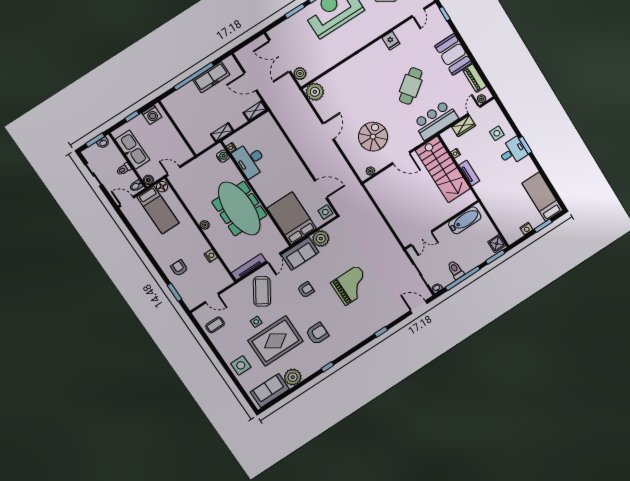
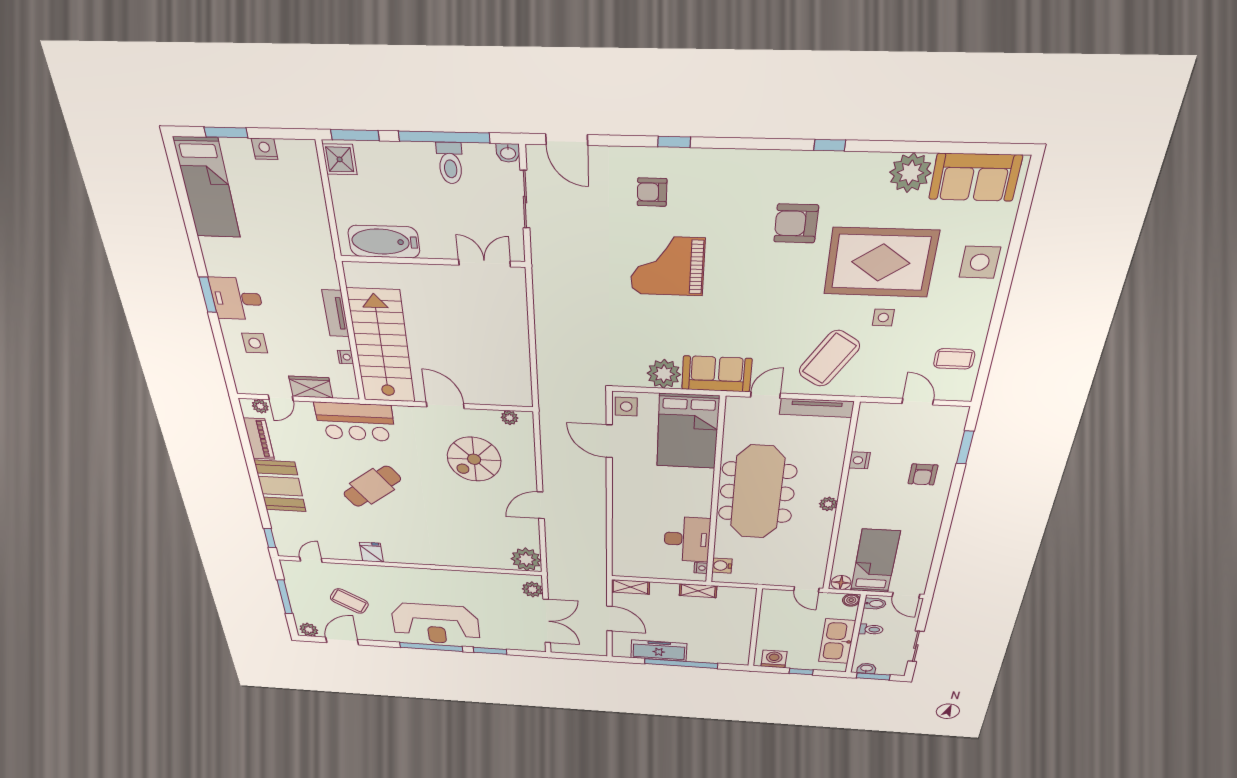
armchair: (306, 290) -> (652, 192), moved

